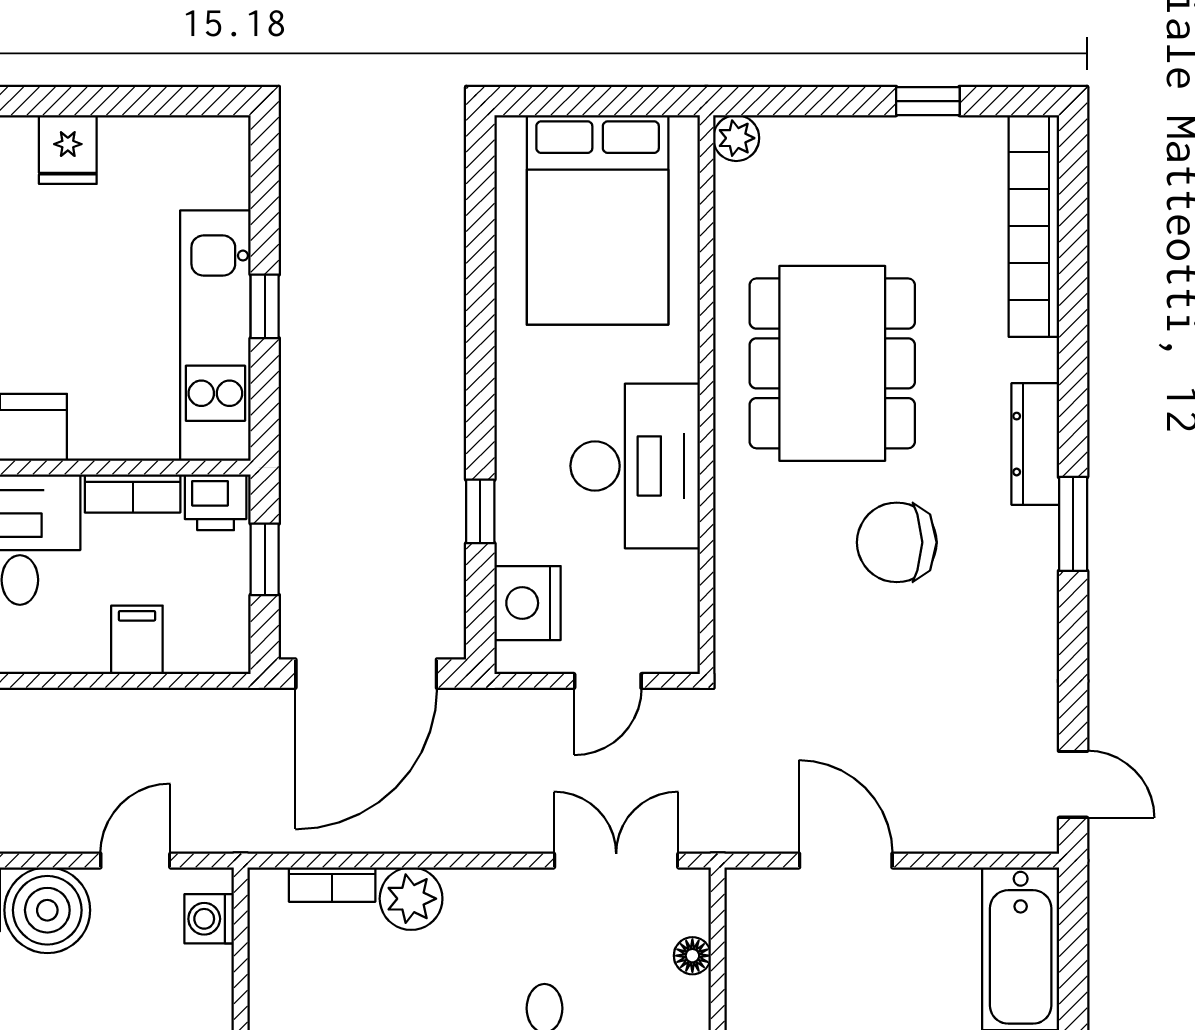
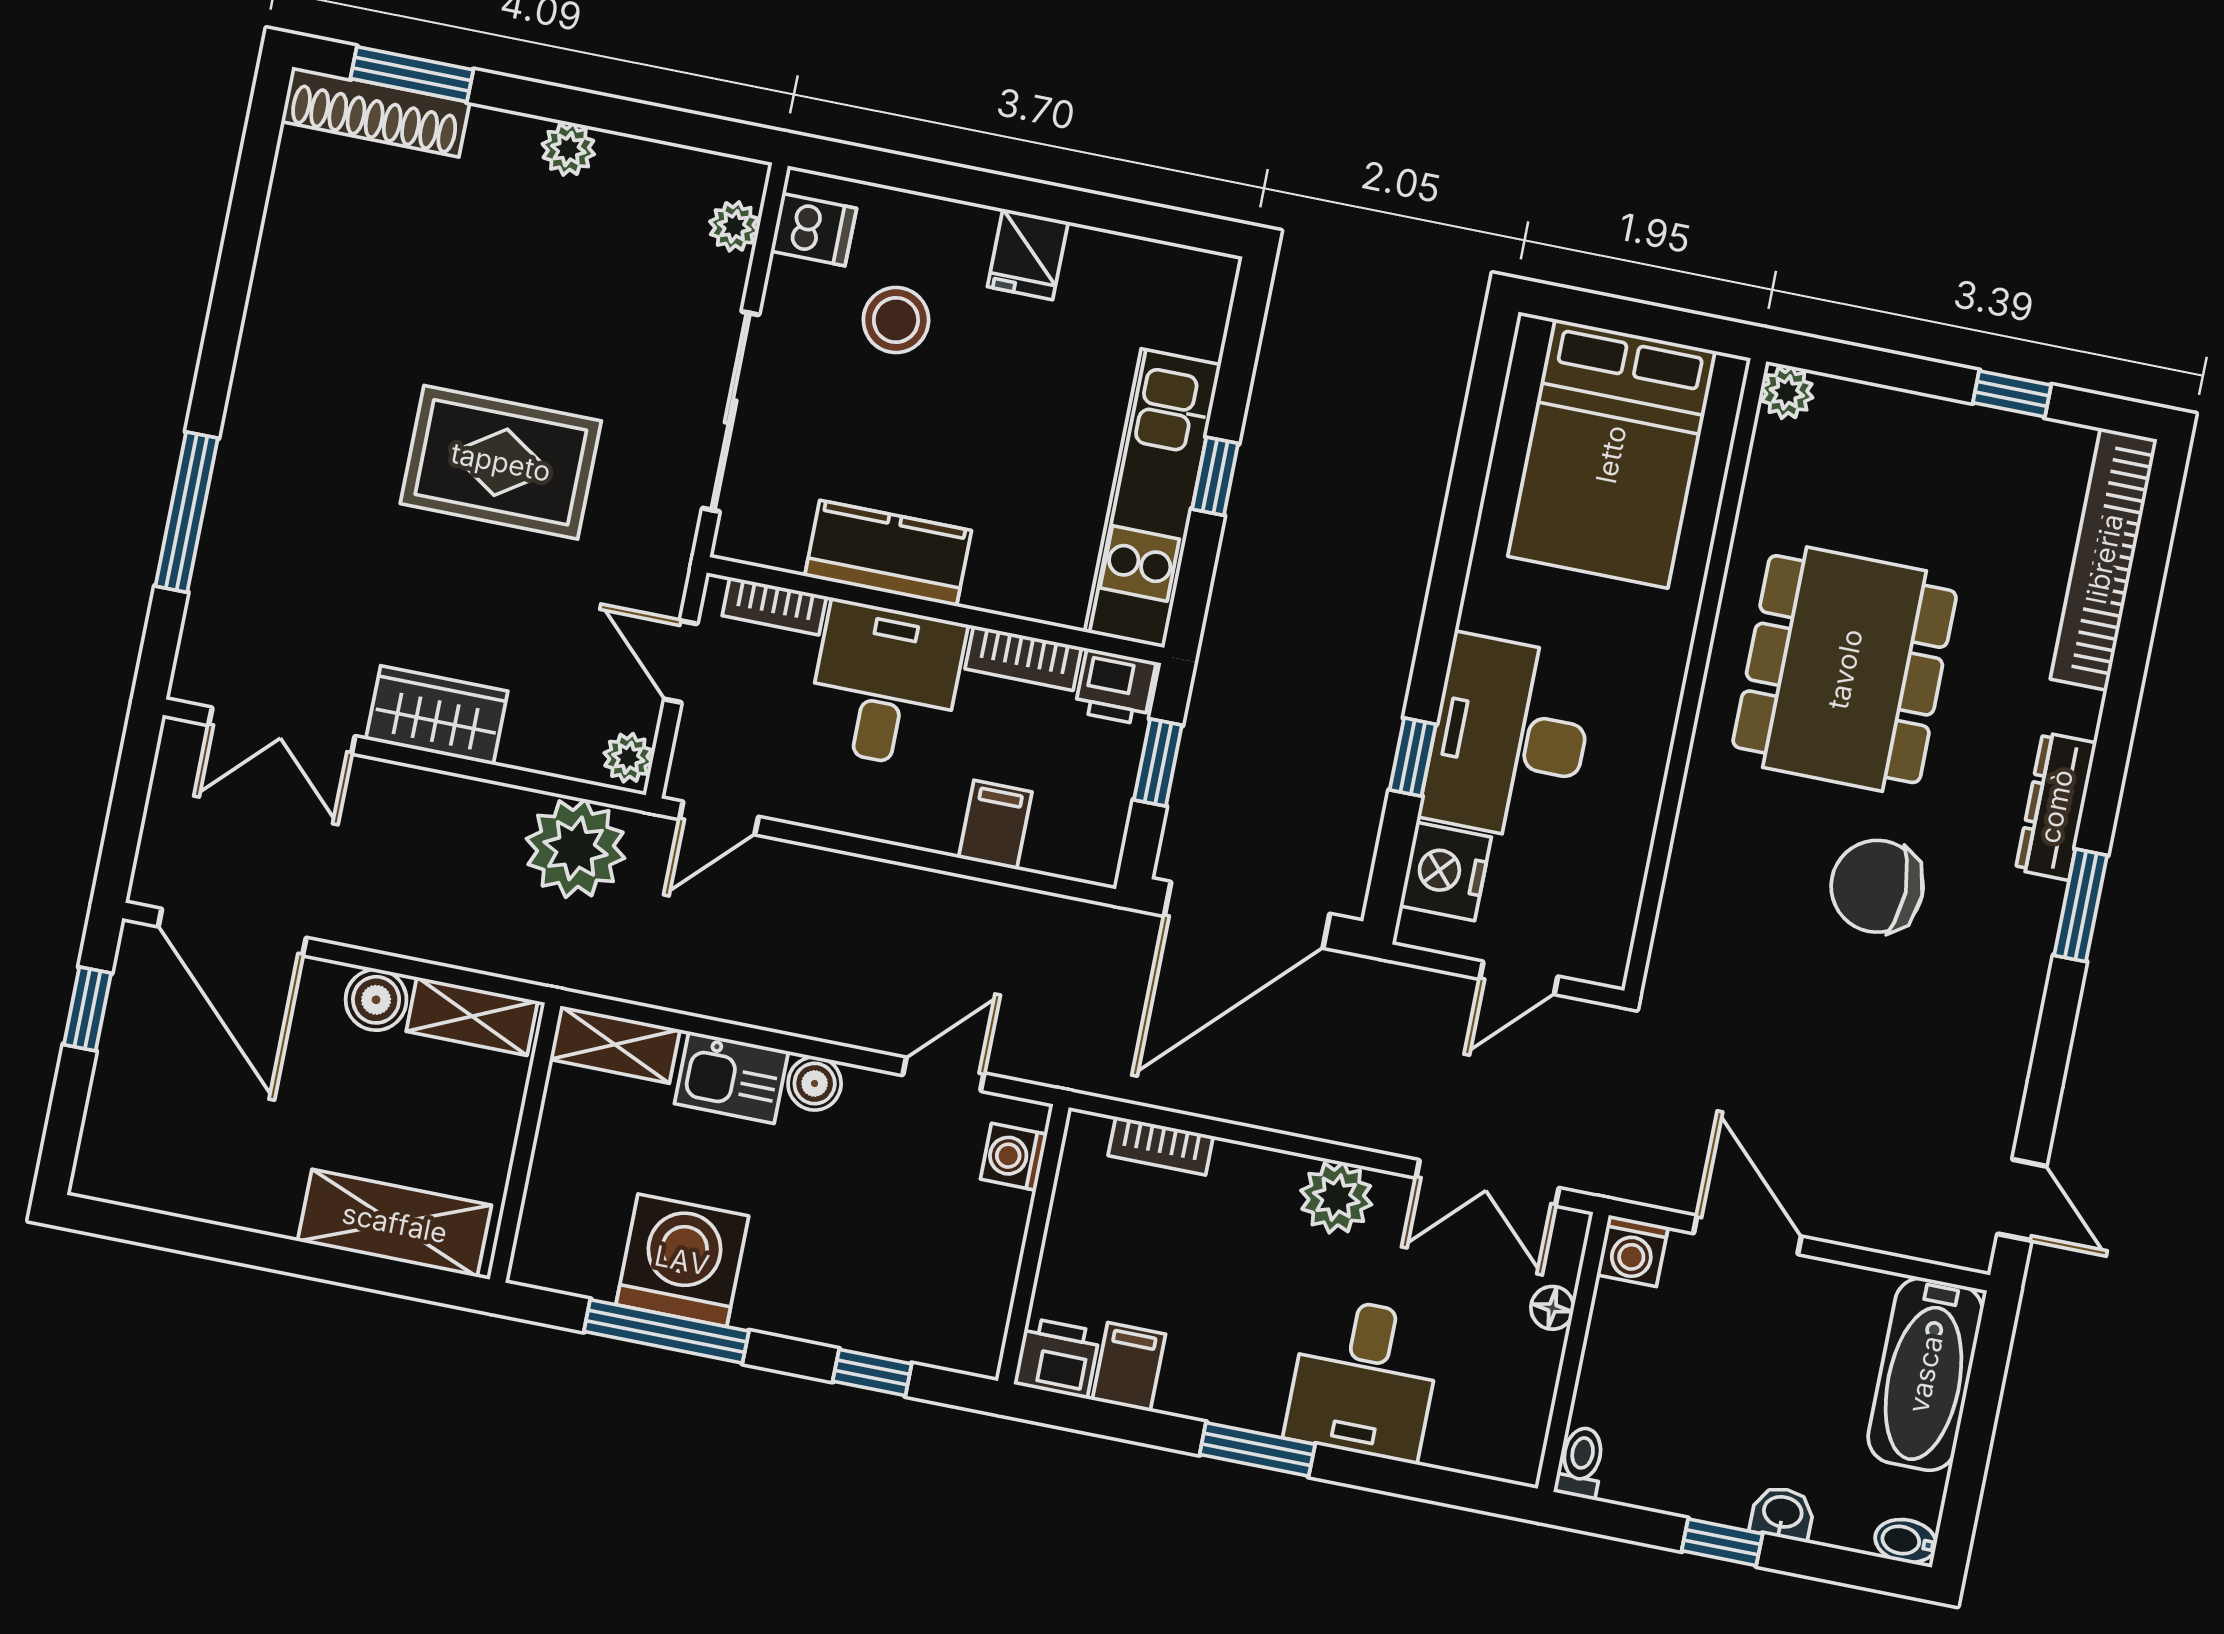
desk: (635, 466) -> (1509, 738), moved, turned 180
double door: (616, 861) -> (1487, 1183), swing flipped
washing machine: (751, 894) -> (1633, 1251), added
plant: (411, 899) -> (1336, 1197), moved
boiler: (47, 910) -> (815, 1083), width x0.54, depth x0.54

